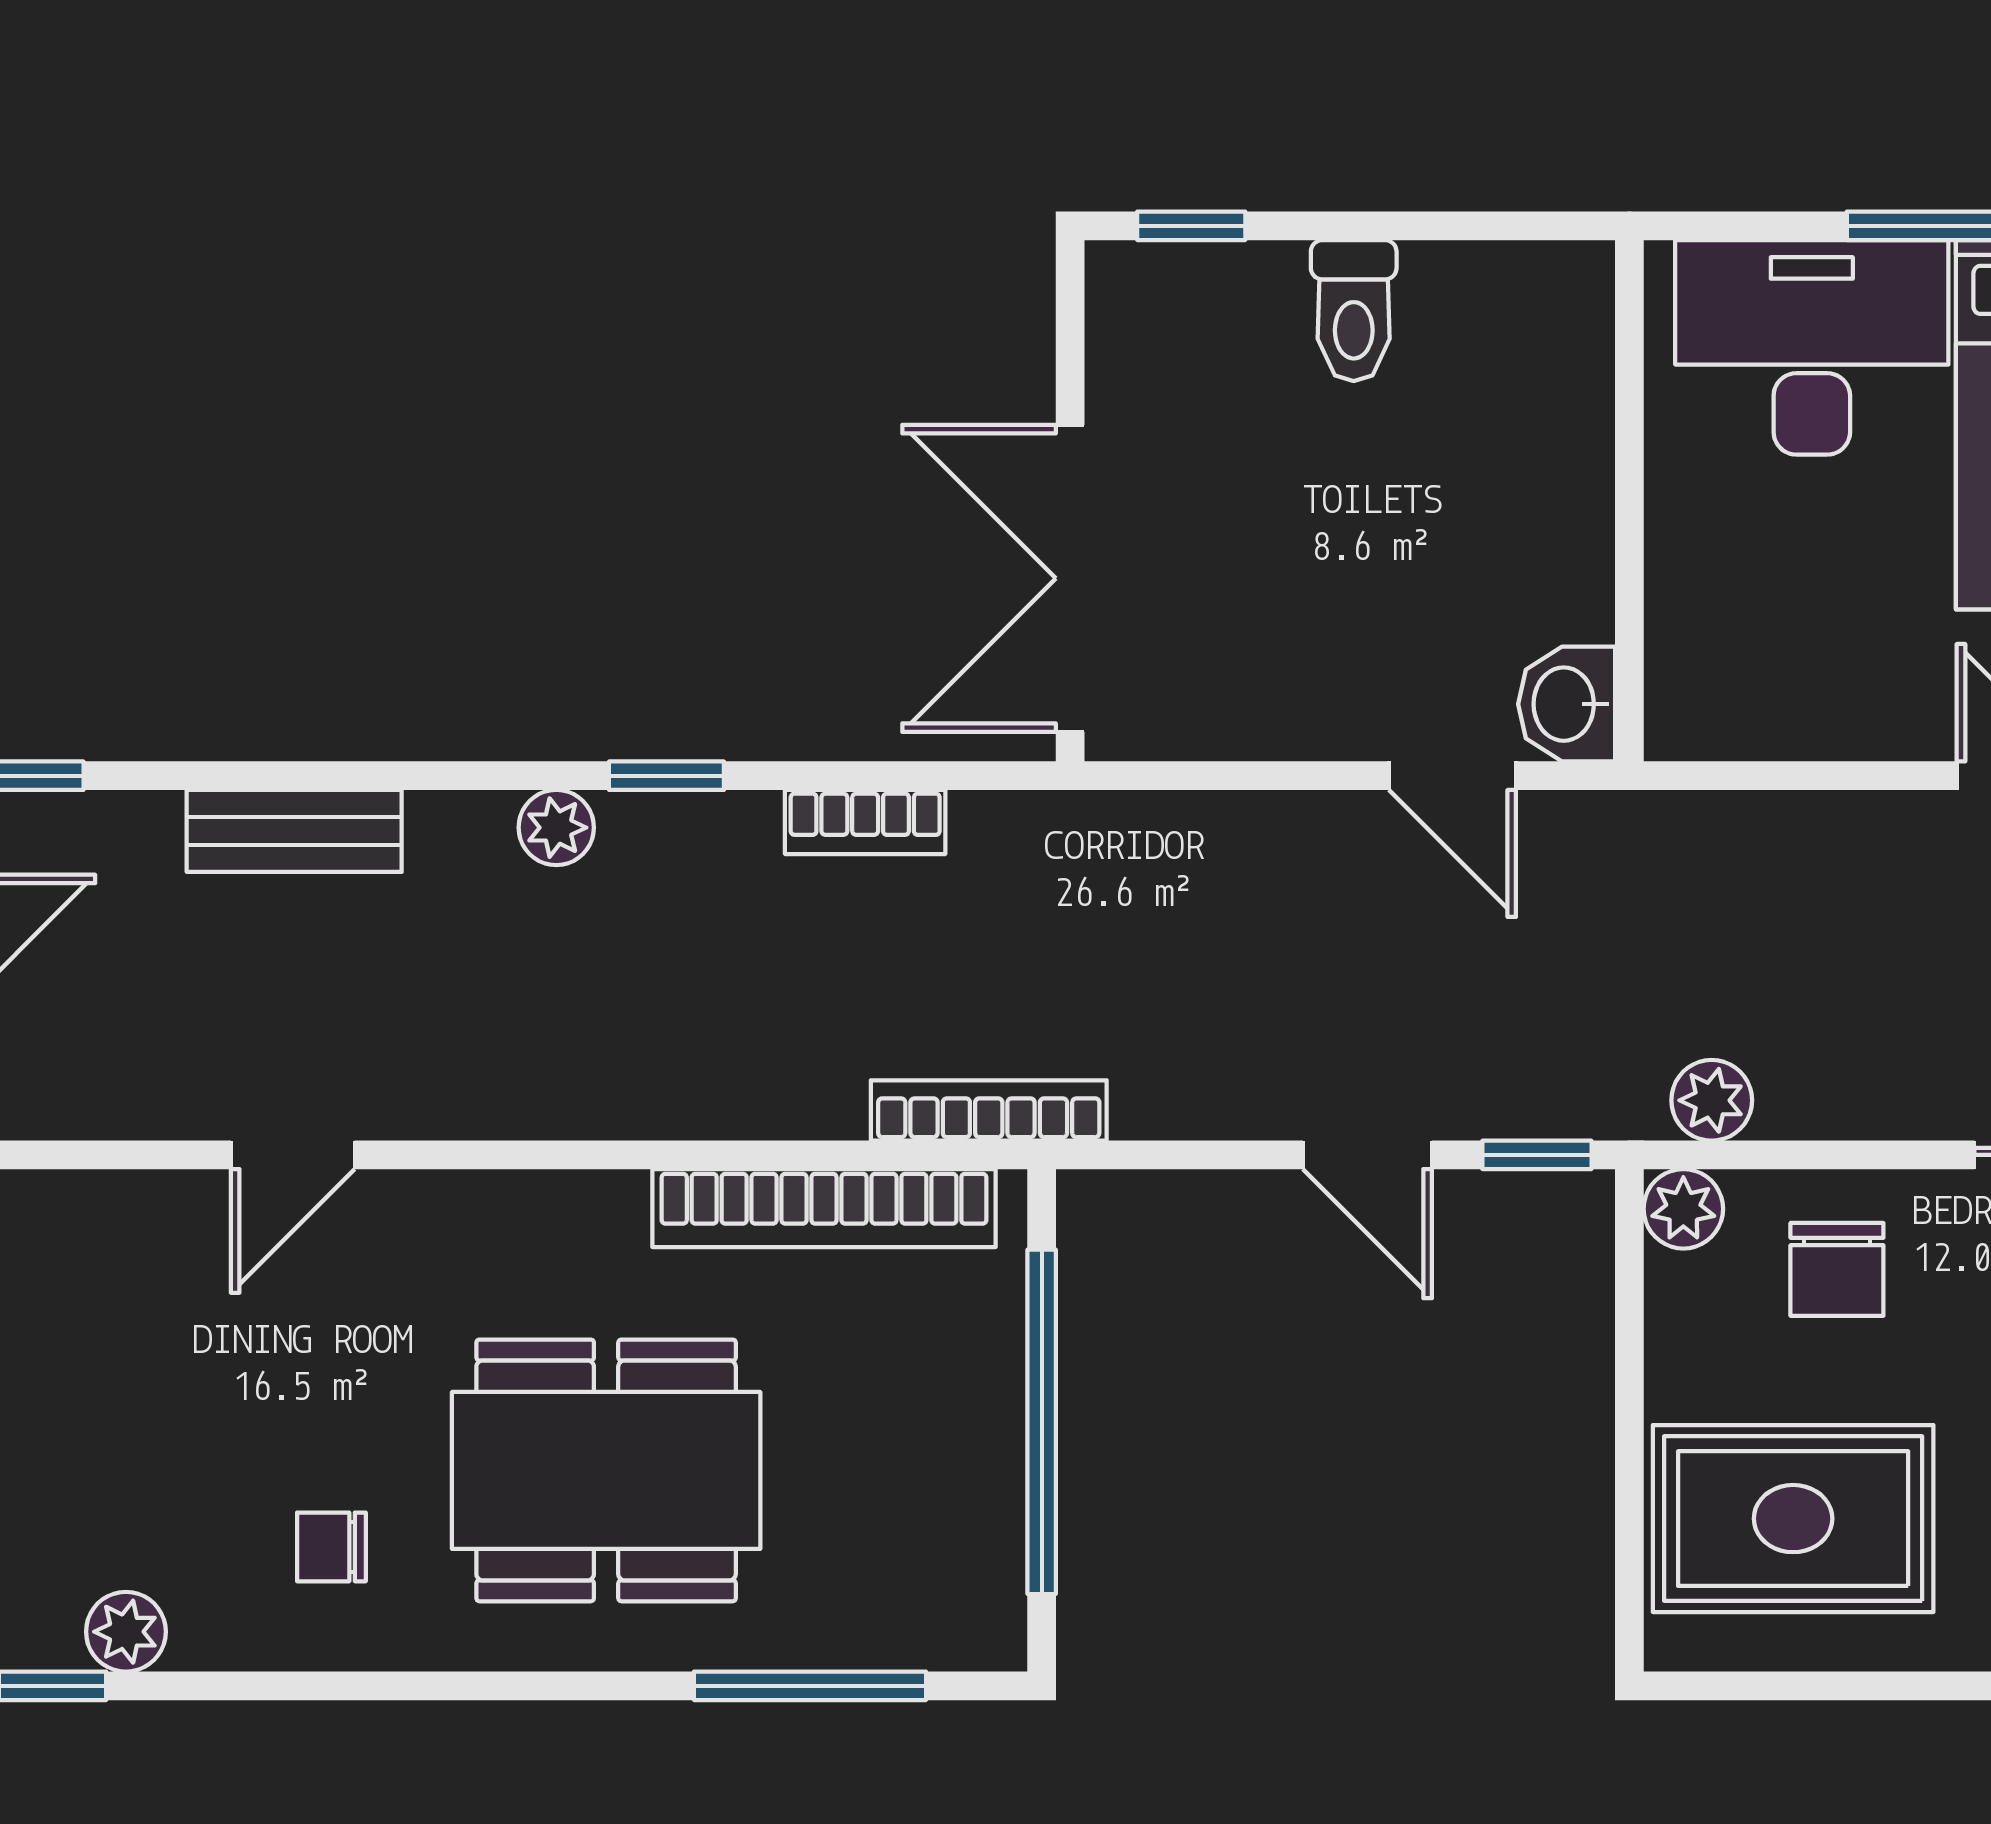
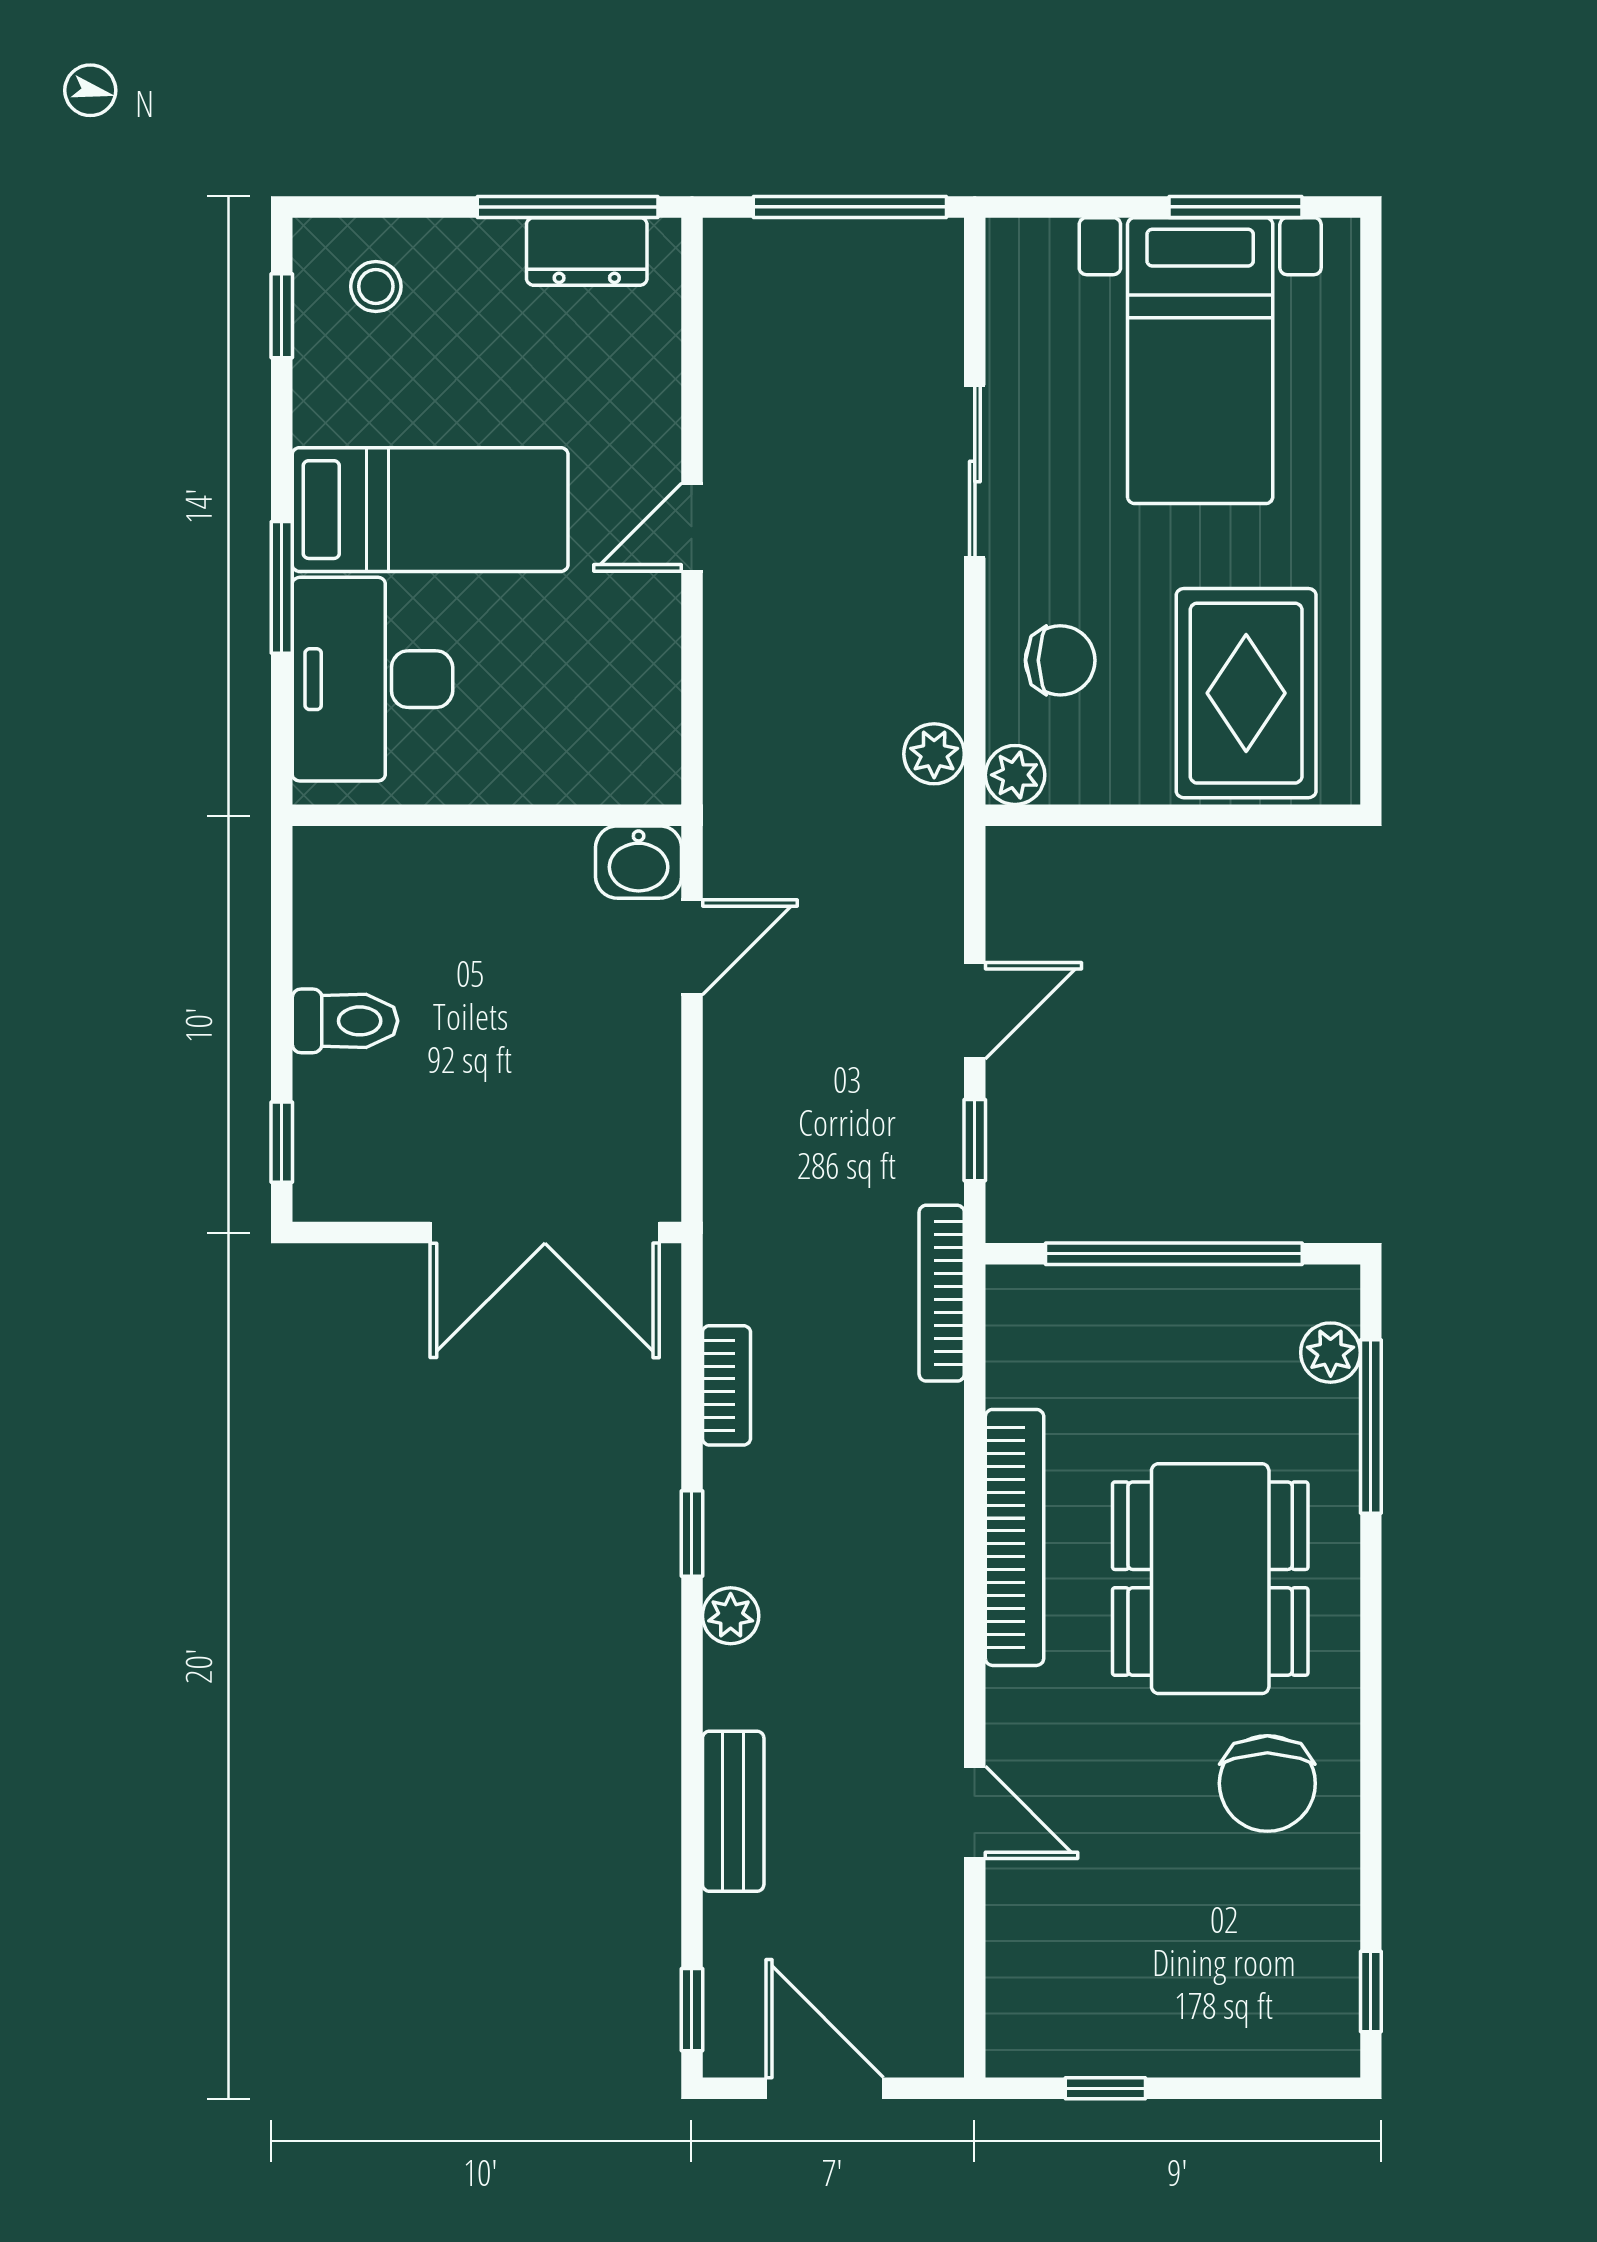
window: (1537, 1155) -> (975, 1140), moved
bookcase: (824, 1208) -> (1015, 1537), moved
chair: (331, 1547) -> (1267, 1783), width x1.87, depth x1.87
plant: (126, 1632) -> (1331, 1353), moved

